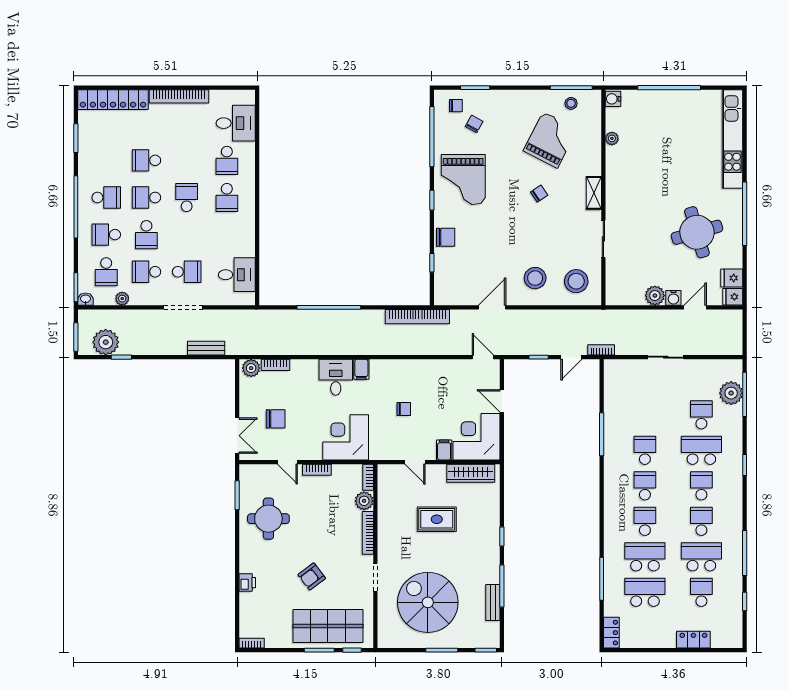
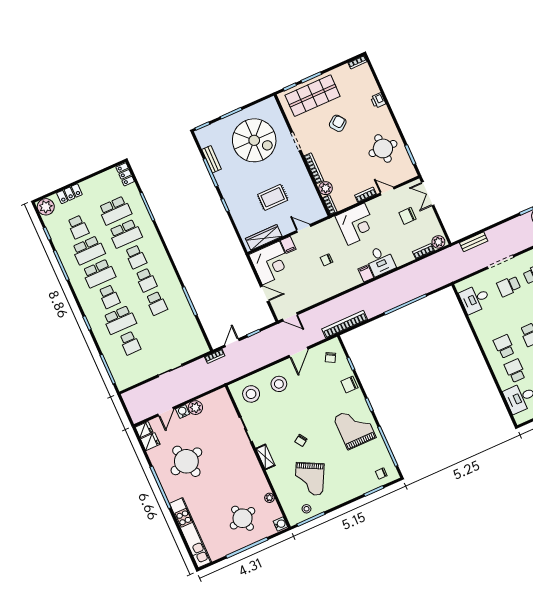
chair: (474, 124) -> (330, 357), moved
round table: (658, 128) -> (243, 518), added
plant: (731, 393) -> (46, 207), moved
school desk: (701, 521) -> (99, 273), width x1.85

